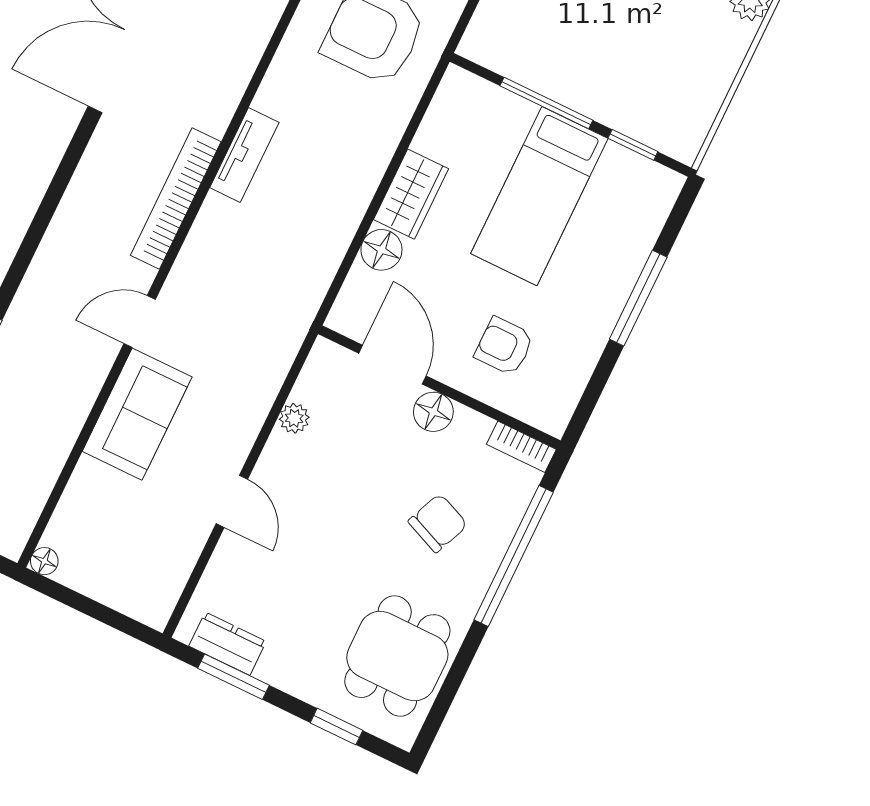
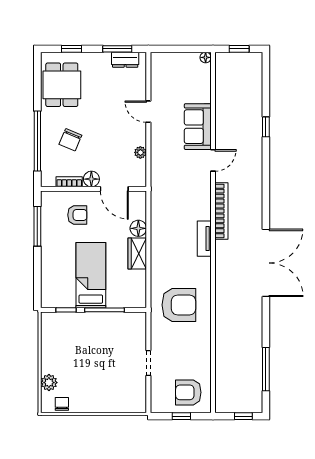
window: (638, 298) -> (37, 226), moved
bookcase: (521, 447) -> (69, 182), moved

